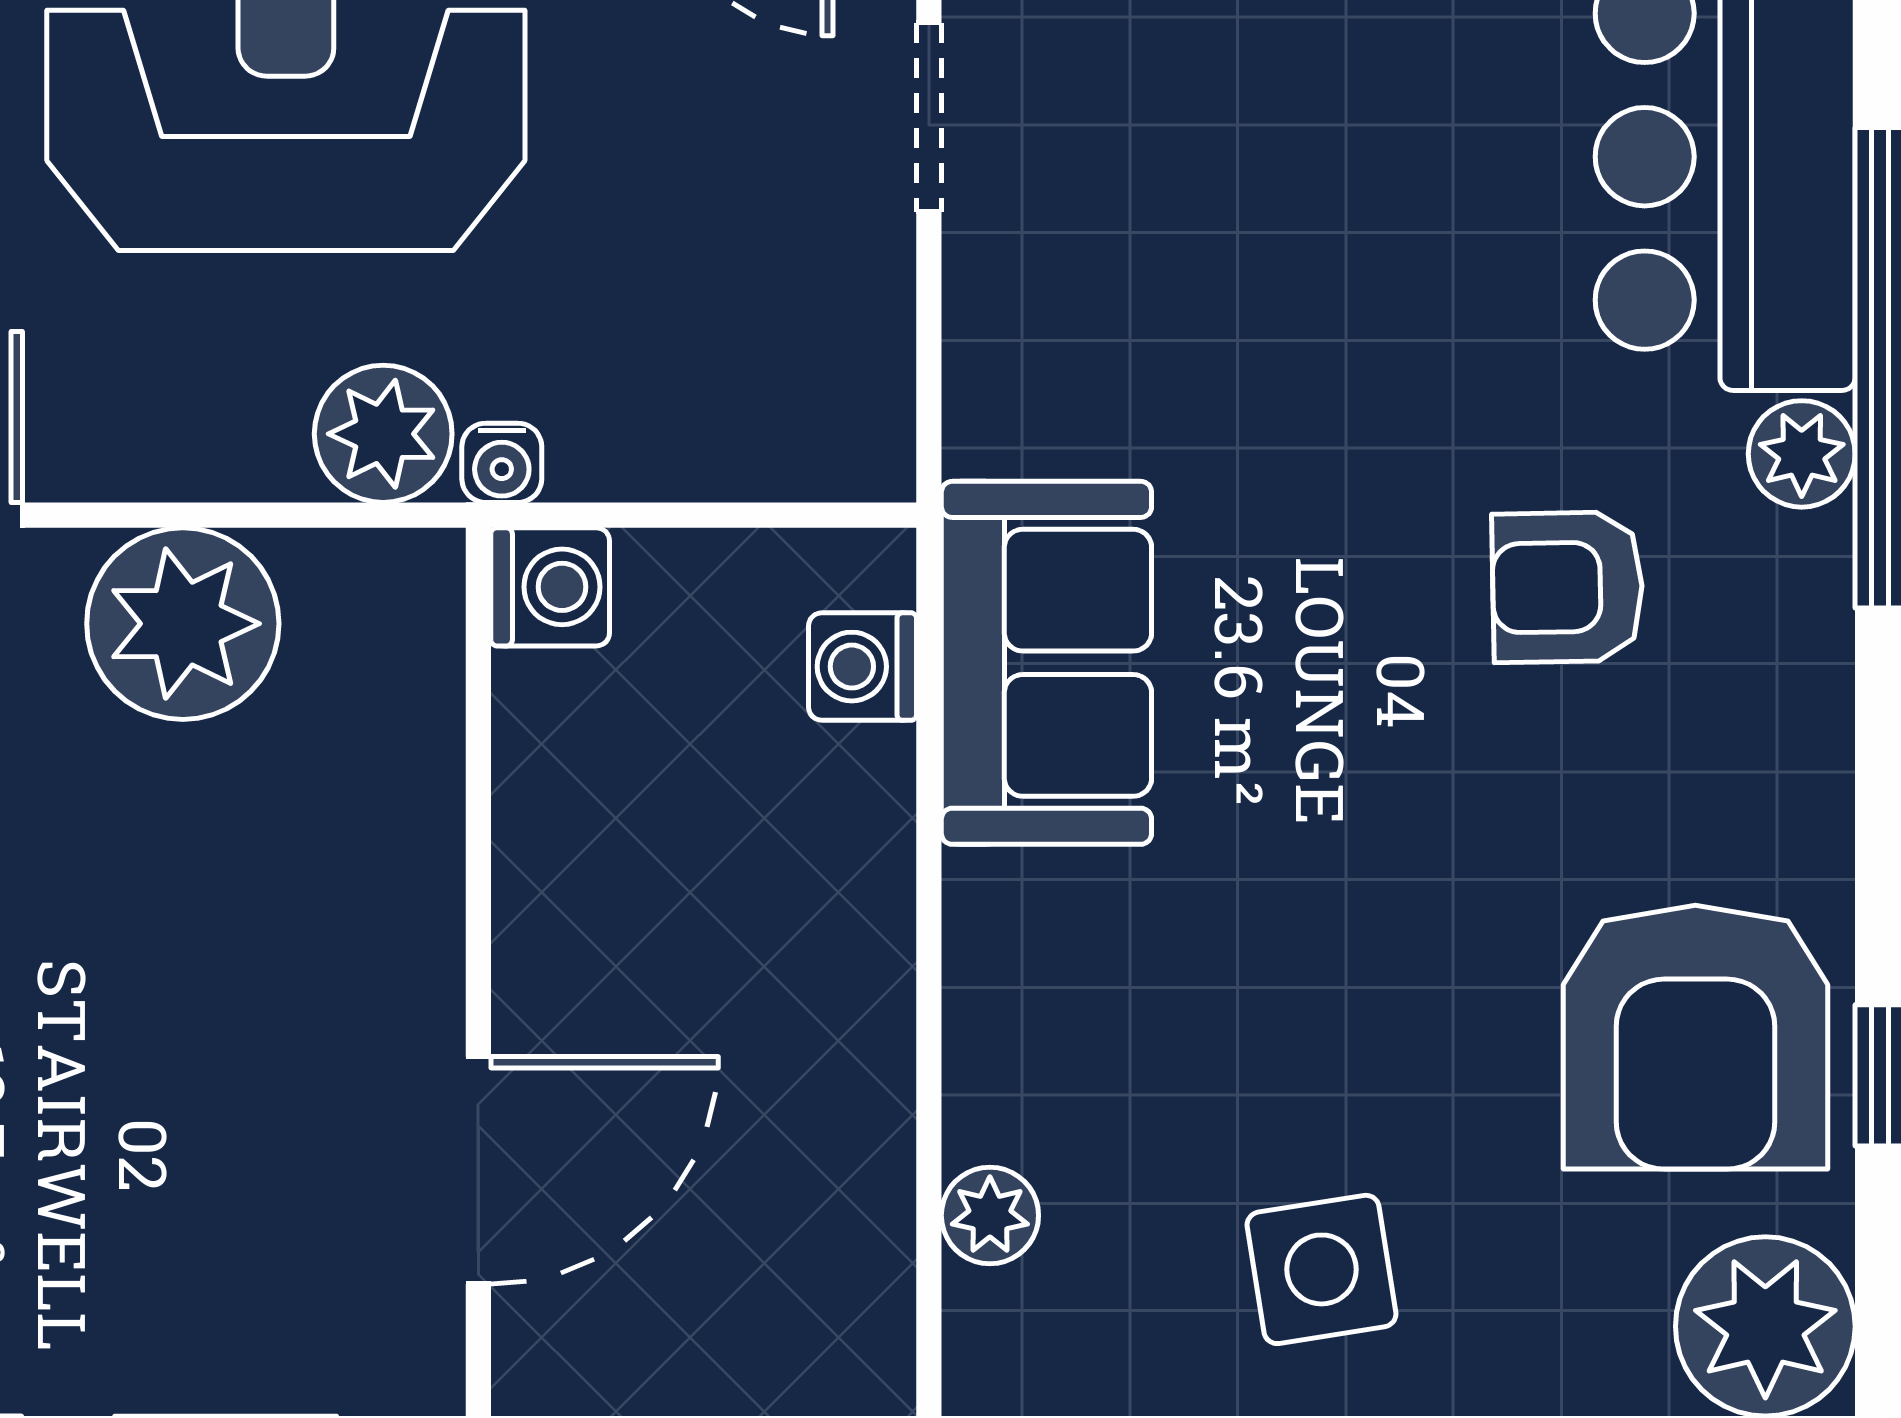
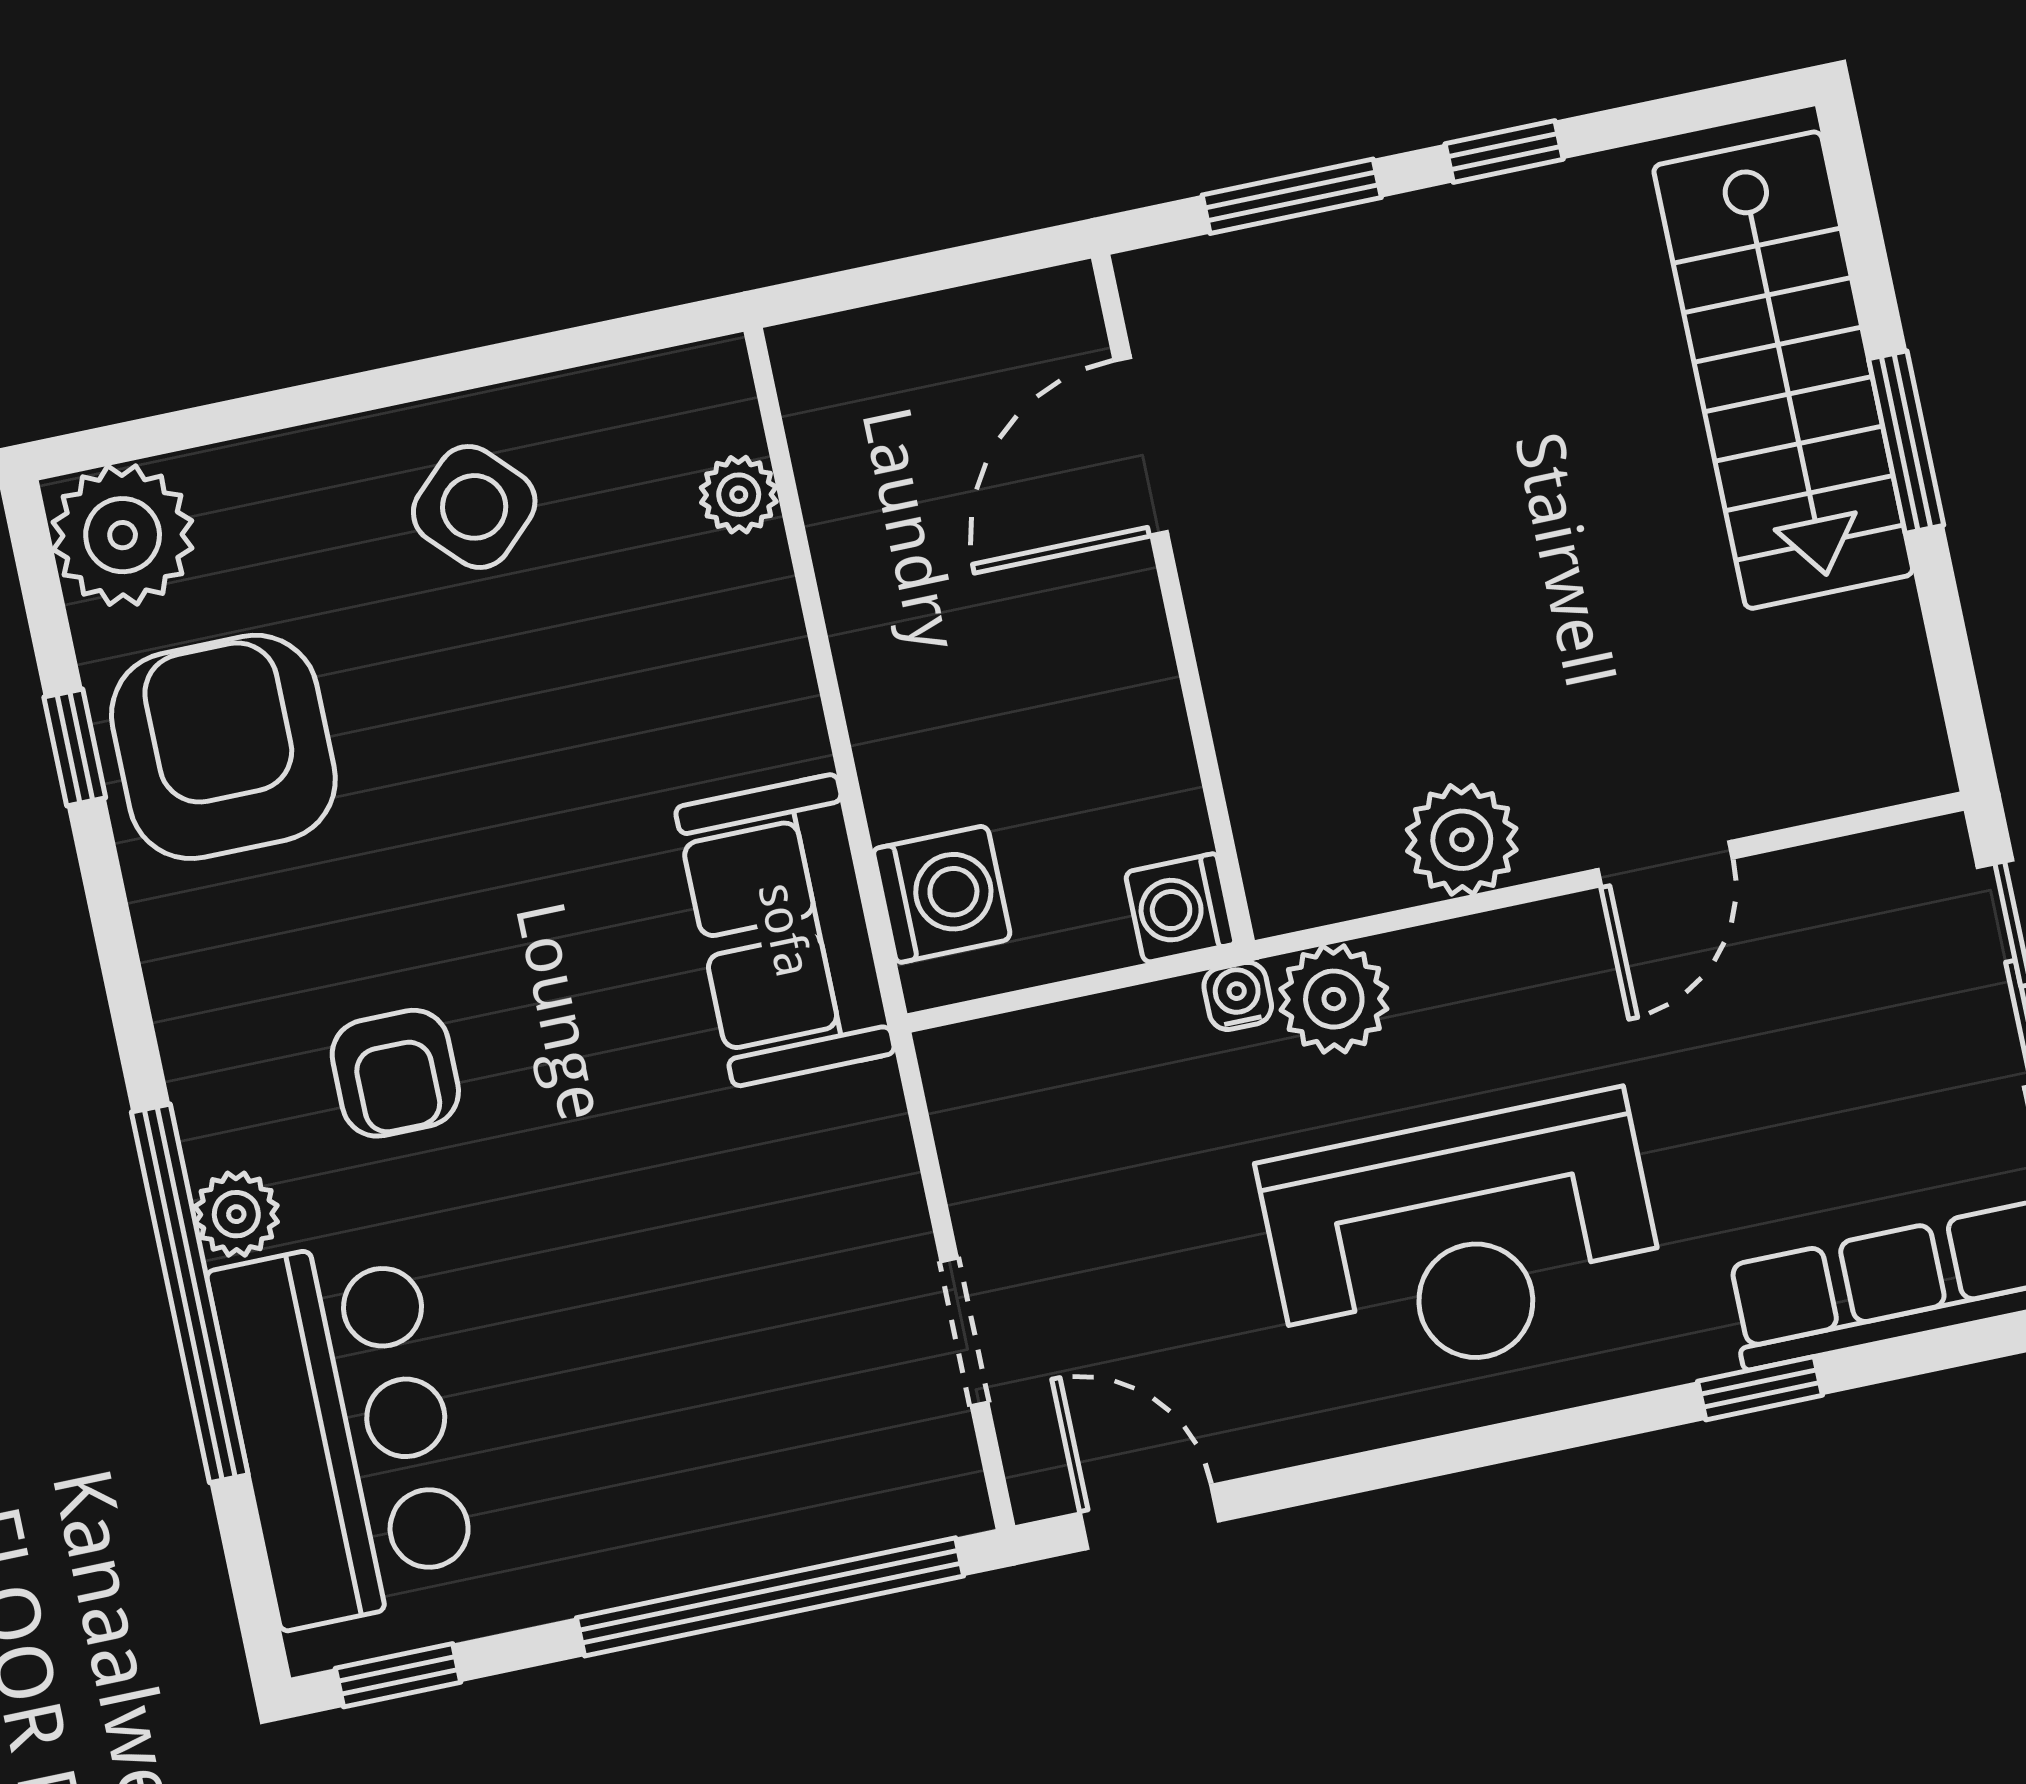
armchair: (1567, 587) -> (395, 1073), turned 91
plant: (183, 624) -> (1462, 840), width x0.73, depth x0.73
washing machine: (863, 667) -> (942, 894), width x1.38, depth x1.38
side table: (1322, 1269) -> (474, 507), turned -35

